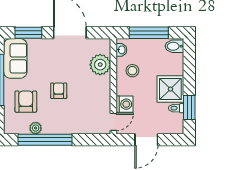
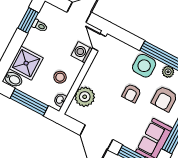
shower: (170, 89) -> (26, 63), moved
side table: (61, 122) -> (144, 66), added
door: (113, 122) -> (99, 42), hinge flipped

